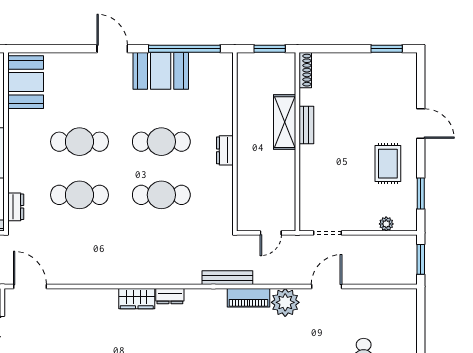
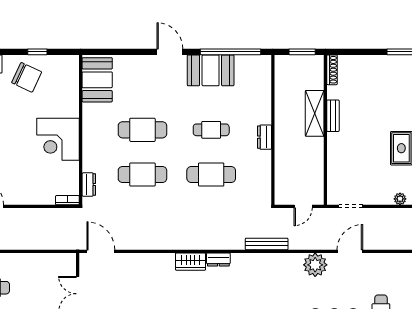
cafe table: (161, 142) -> (211, 130), width x0.73, depth x0.74
piano: (248, 298) -> (284, 261), removed

